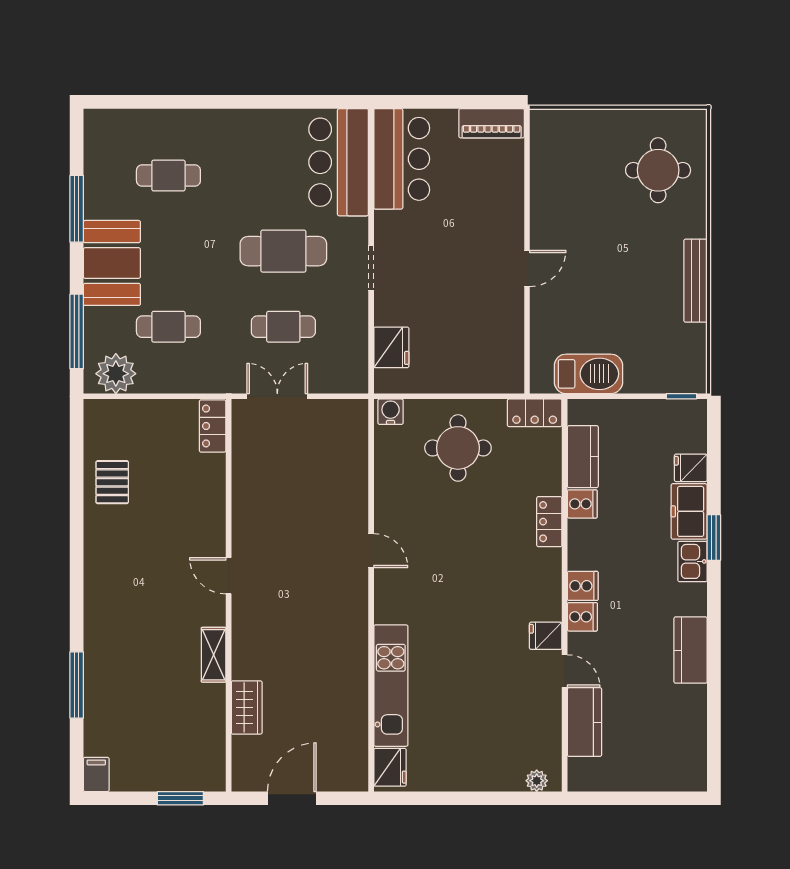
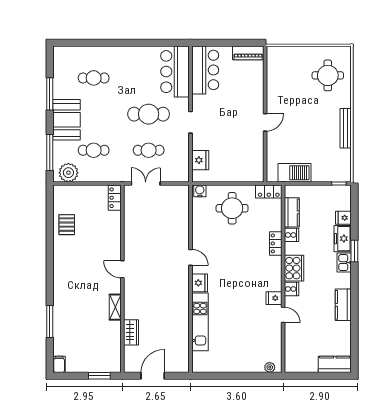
cooker: (583, 586) -> (294, 268), width x1.87, depth x1.31
kitchen counter: (585, 722) -> (335, 364), moved, turned -90
fridge: (390, 767) -> (200, 283), moved

